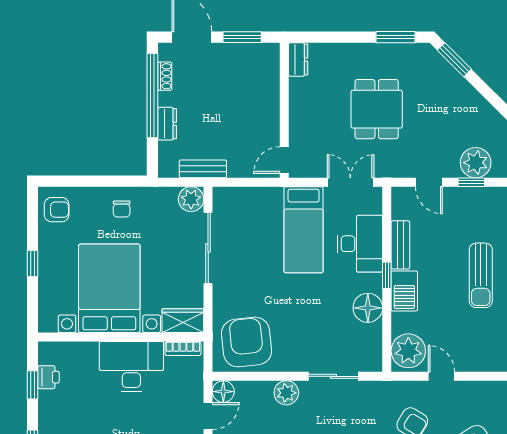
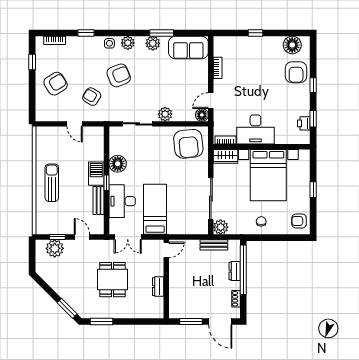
dresser: (298, 60) -> (158, 287), moved
window: (152, 96) -> (243, 270), moved
plant: (408, 351) -> (94, 139), removed

